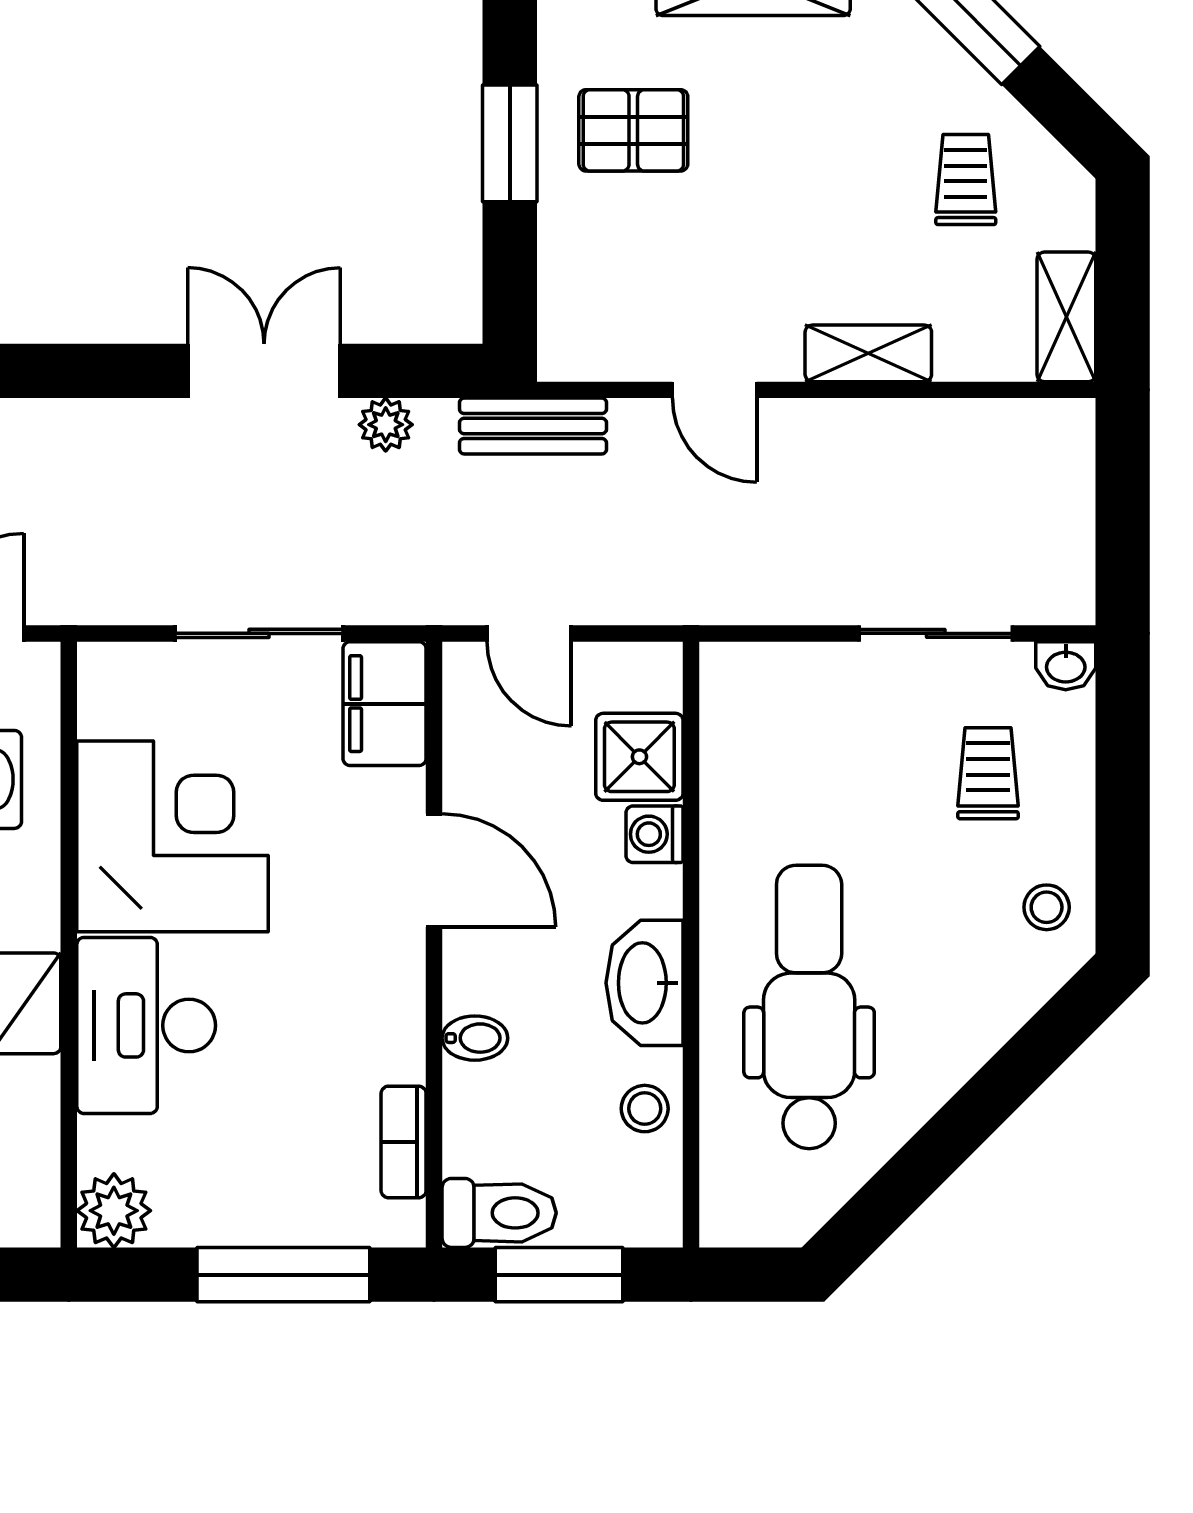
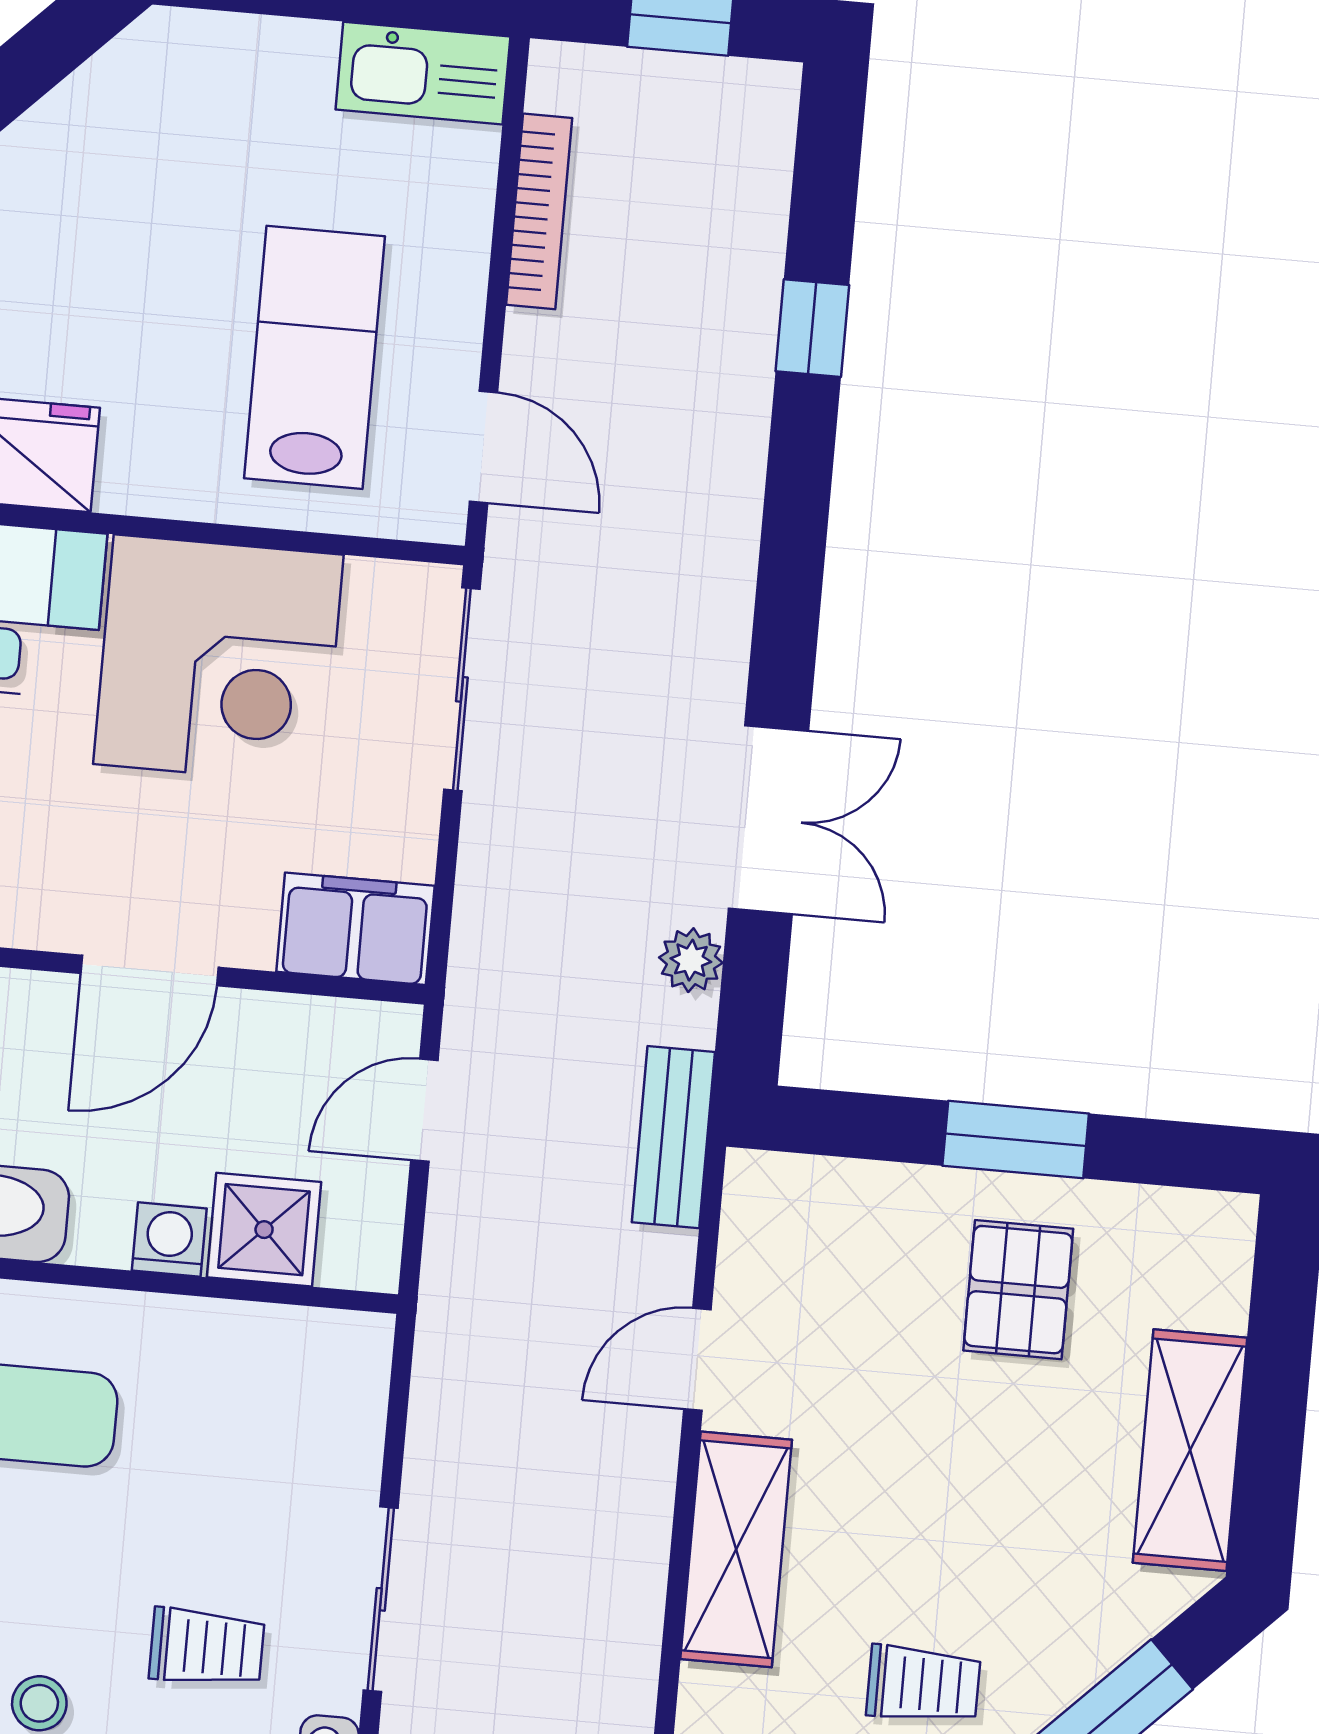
shelving: (868, 353) -> (736, 1549), width x1.50, depth x1.33
sliding door: (259, 633) -> (462, 689), moved

